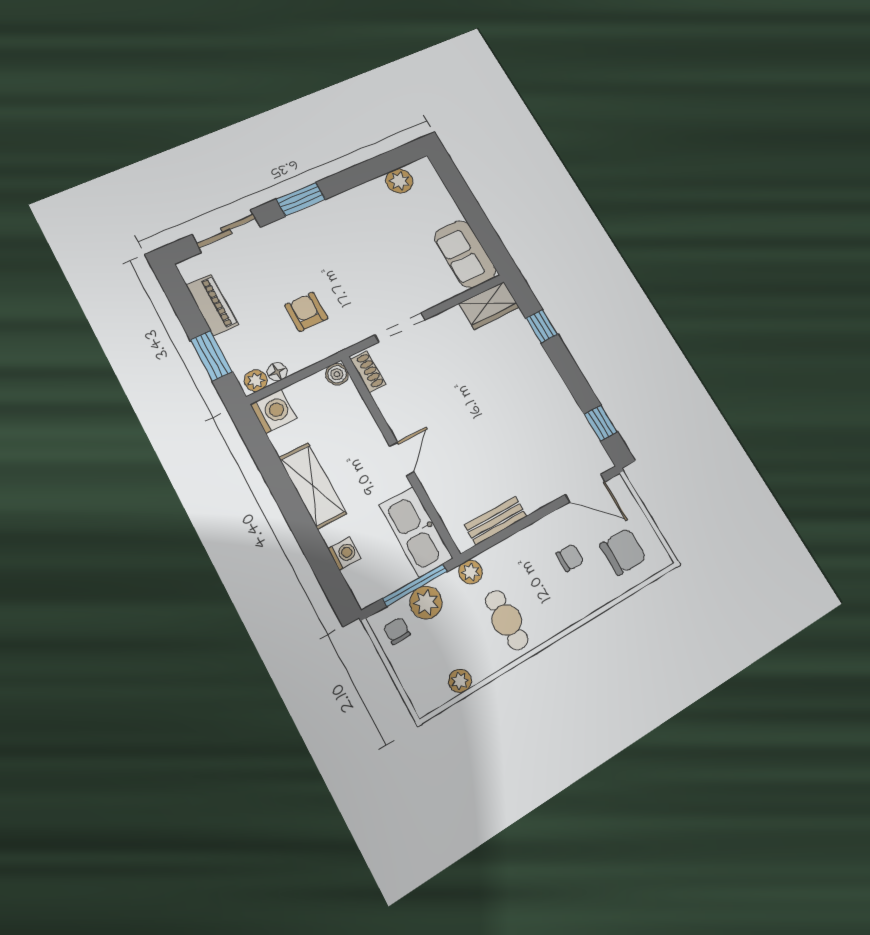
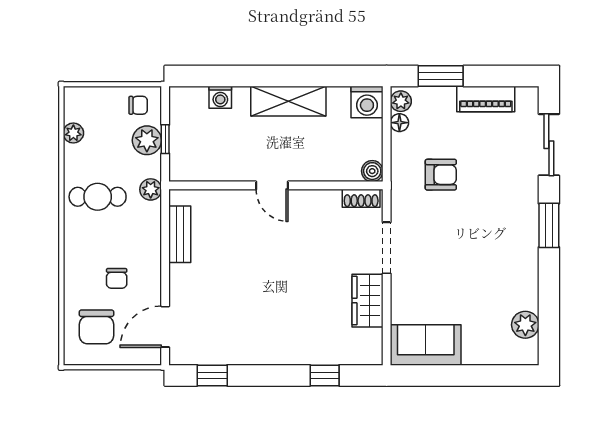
wardrobe: (489, 305) -> (367, 301), moved
kitchen sink: (416, 532) -> (207, 164), removed
window: (415, 585) -> (165, 139), width x0.46

